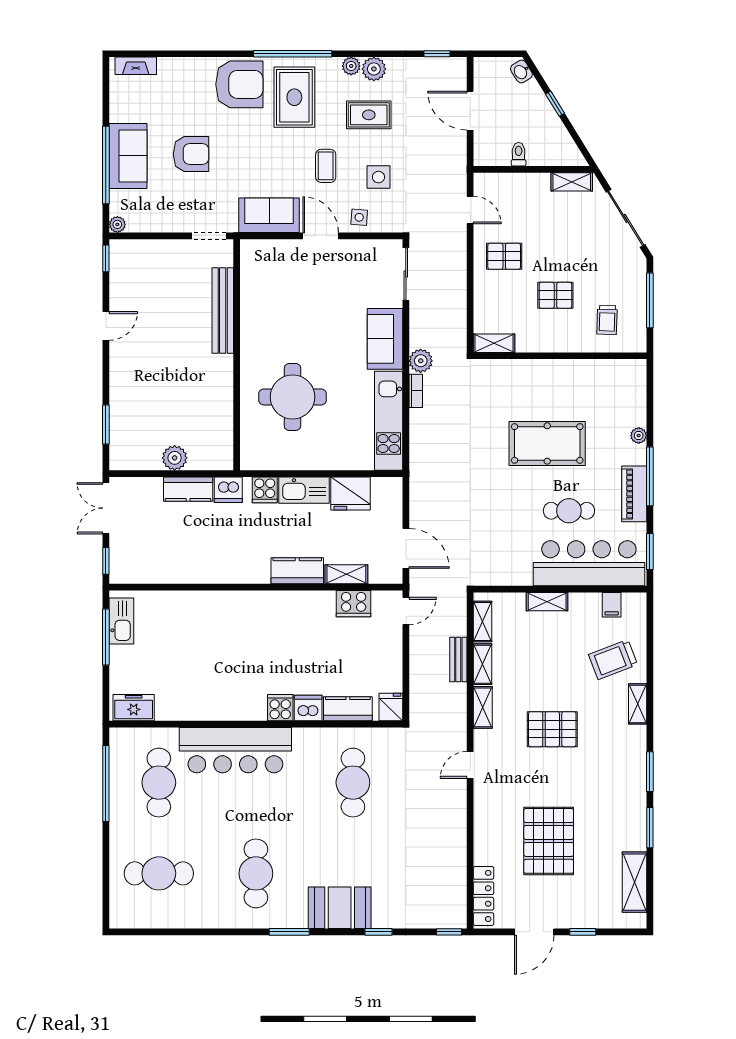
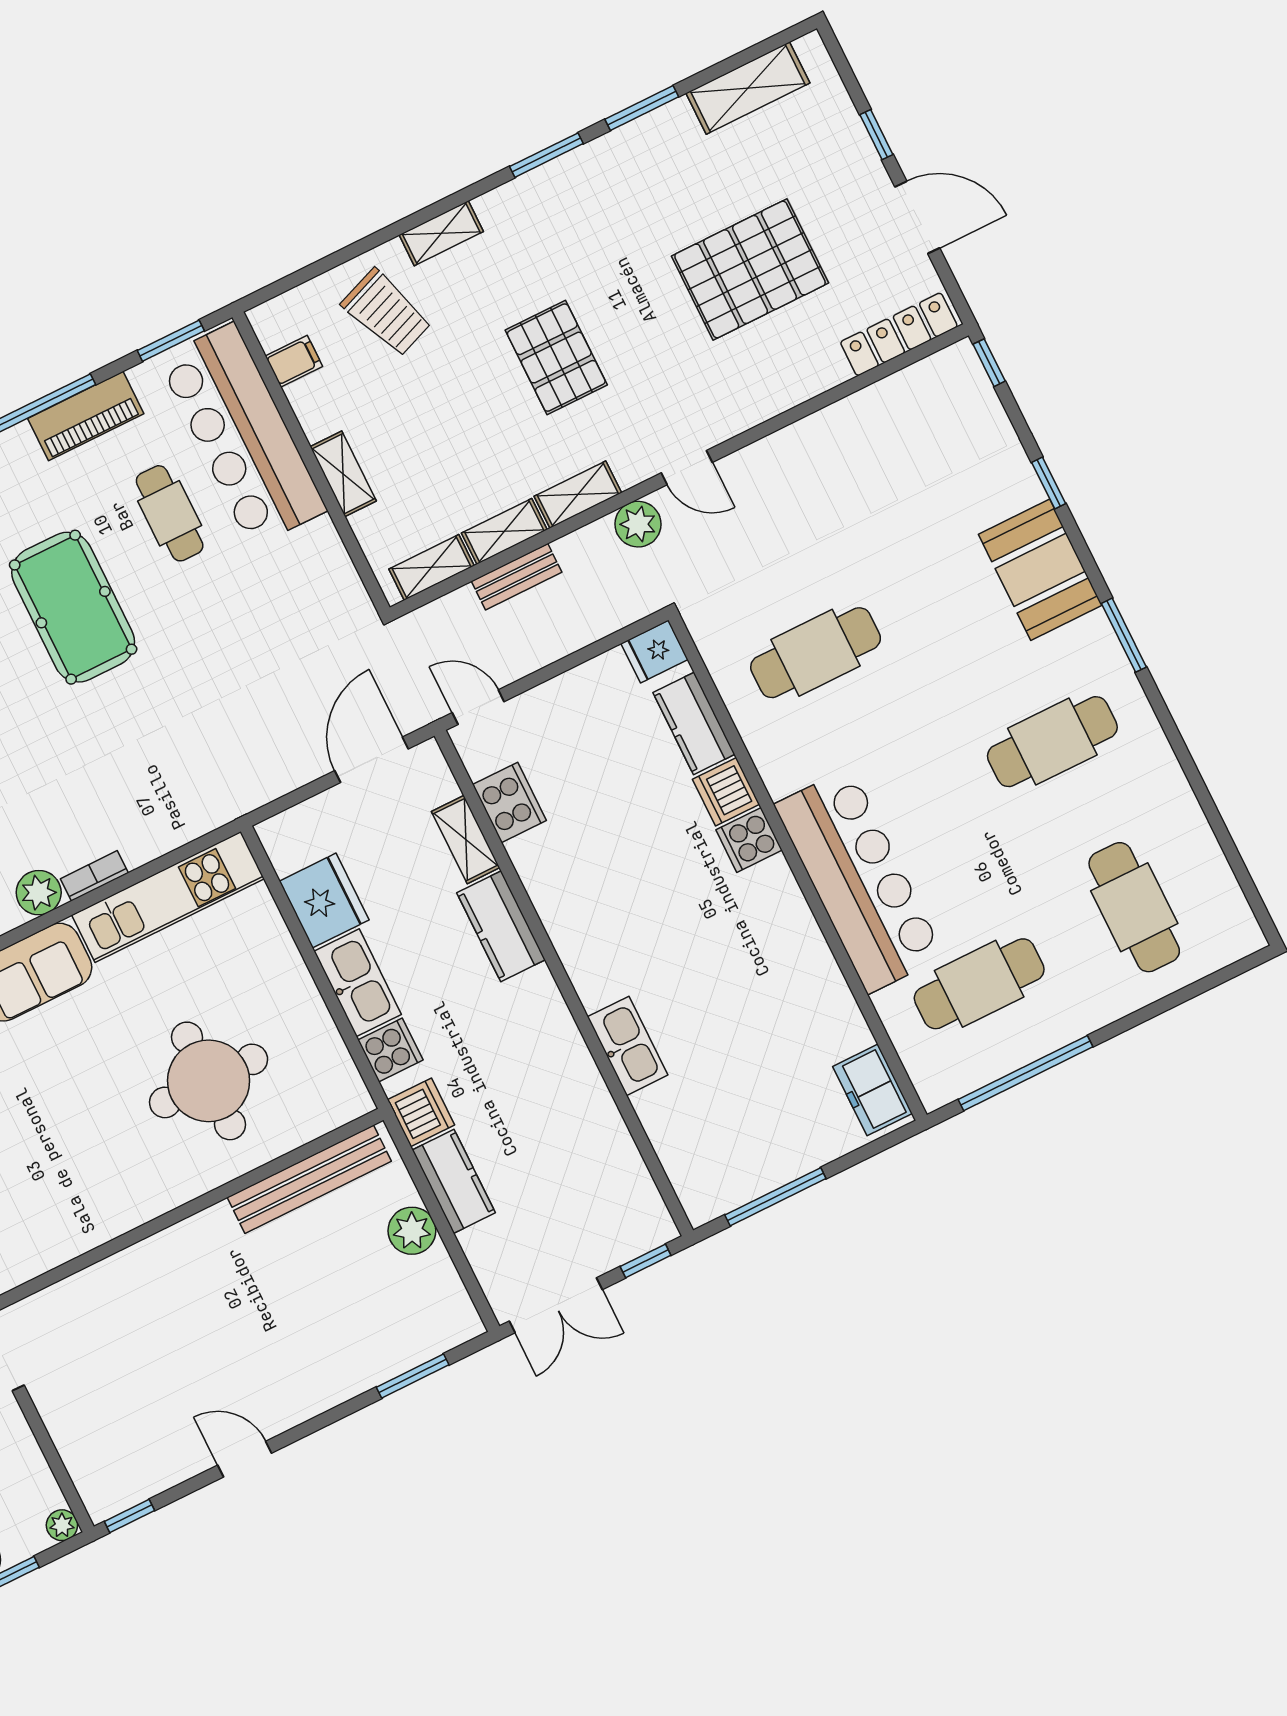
bench: (223, 311) -> (309, 1179), moved
kitchen sink: (121, 621) -> (628, 1046), moved, turned 90
plant: (455, 729) -> (638, 524), added

